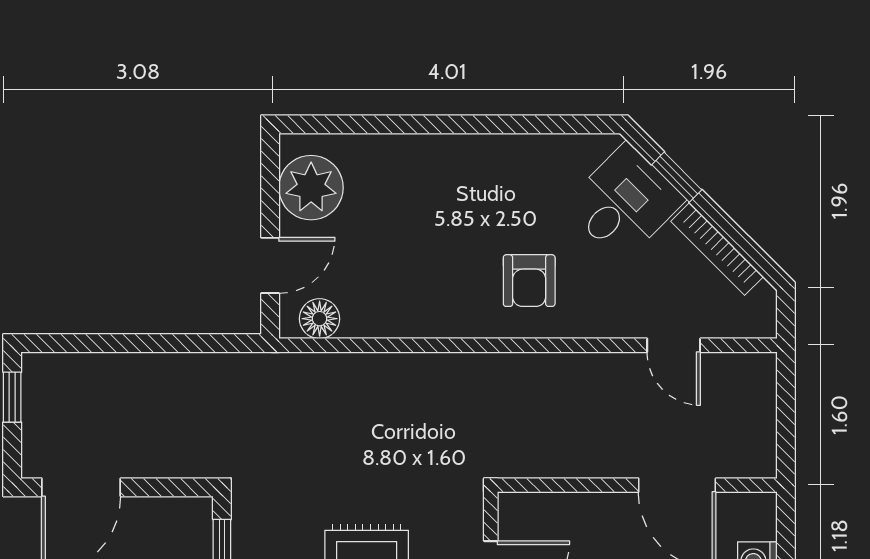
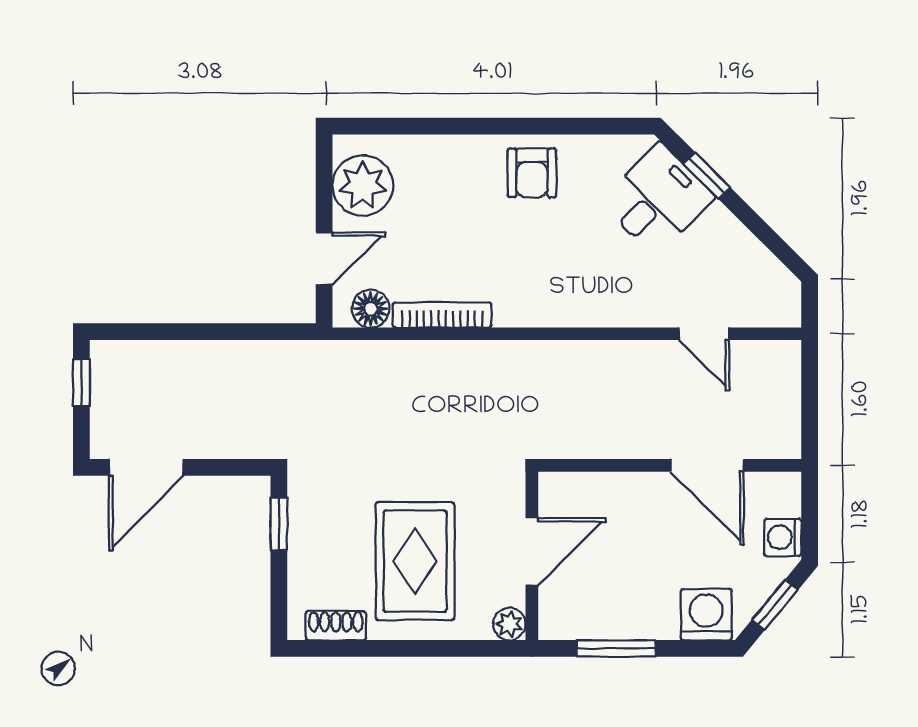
bookcase: (717, 249) -> (442, 315), moved, turned 135
armchair: (529, 281) -> (532, 173), moved

